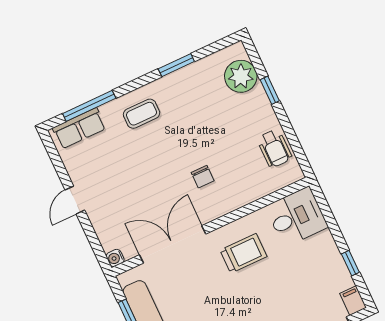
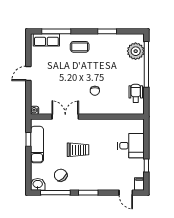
window: (270, 90) -> (146, 64), width x3.17
wheelchair: (274, 148) -> (136, 93), turned 180
desk: (297, 217) -> (131, 146), moved
double door: (173, 244) -> (65, 117), width x0.73
trolley: (243, 253) -> (78, 150), moved

